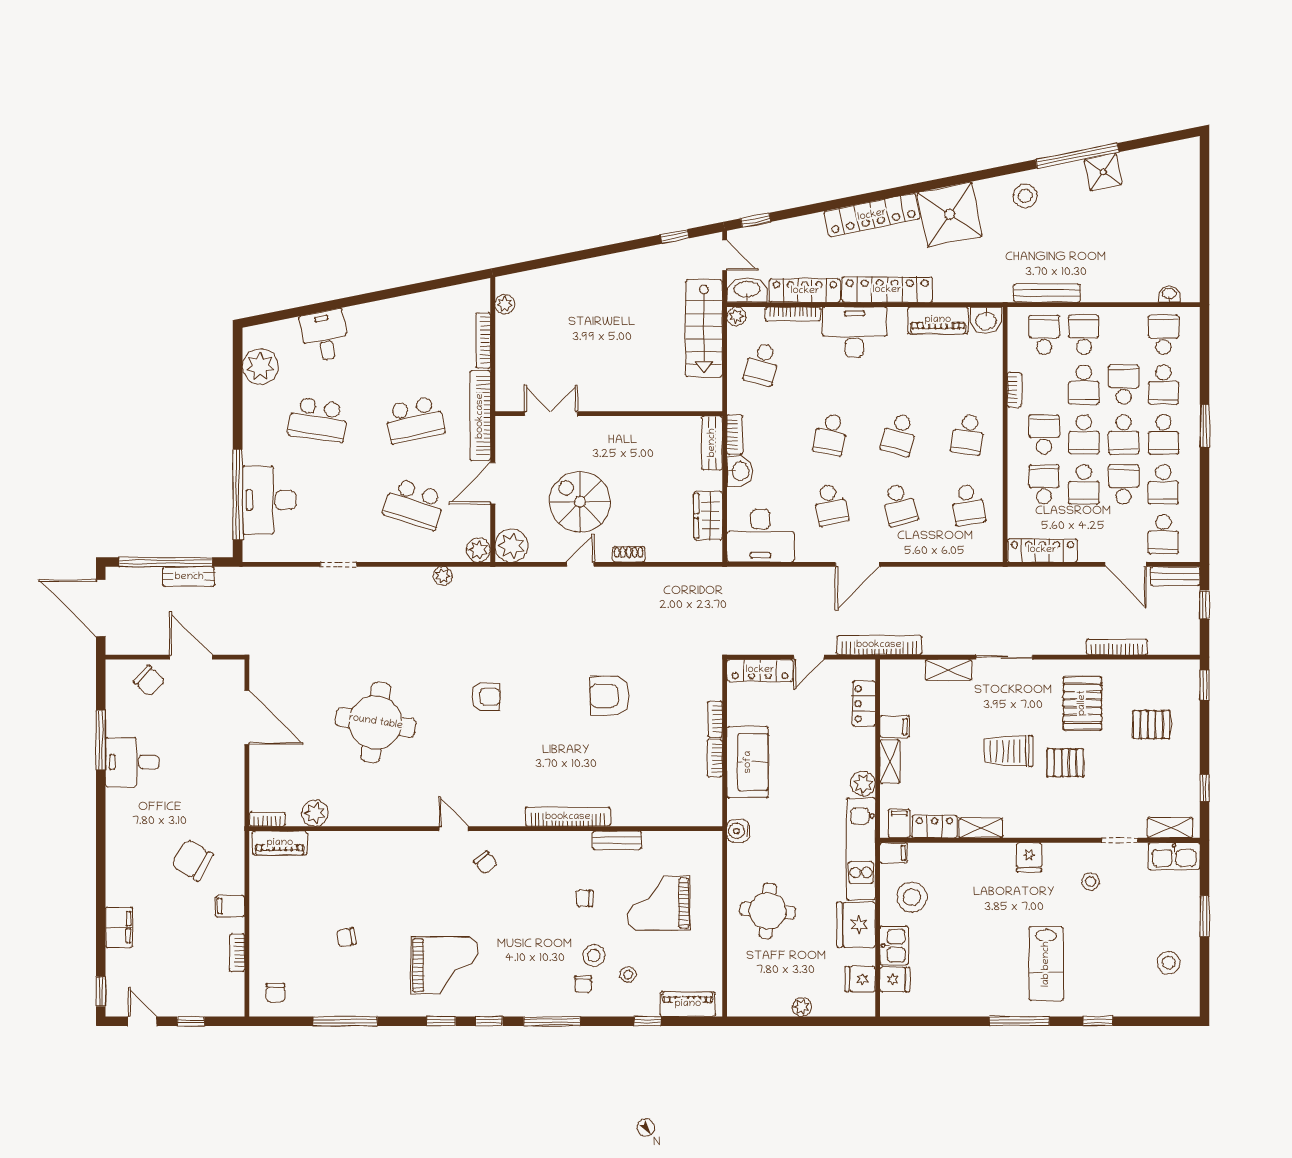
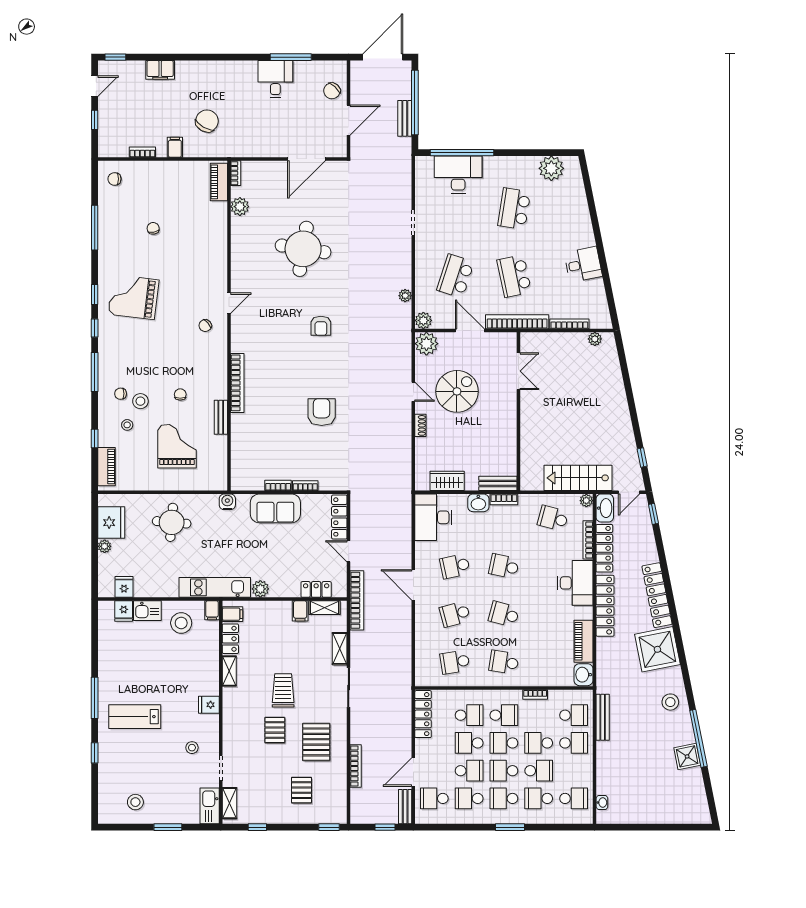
desk: (325, 336) -> (583, 264), moved
pallet: (1082, 703) -> (316, 742), turned 90
shelving: (890, 761) -> (324, 608), moved
fridge: (856, 925) -> (111, 523), moved, turned 90
grand piano: (445, 965) -> (134, 297), turned 97

